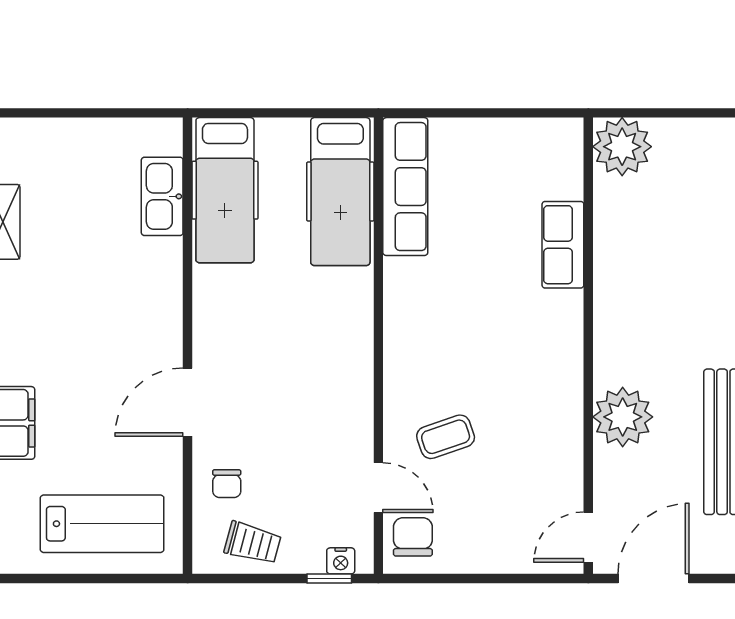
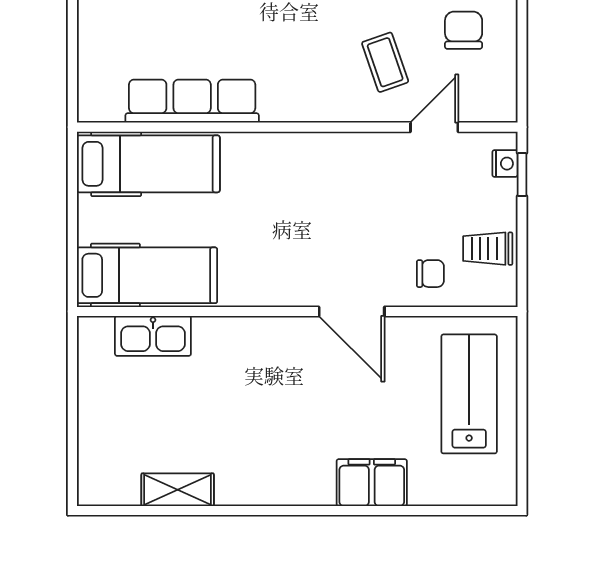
row of seats: (405, 187) -> (192, 101), moved
chair: (413, 537) -> (464, 30), moved, turned 90
trolley: (253, 543) -> (488, 249), turned -105

